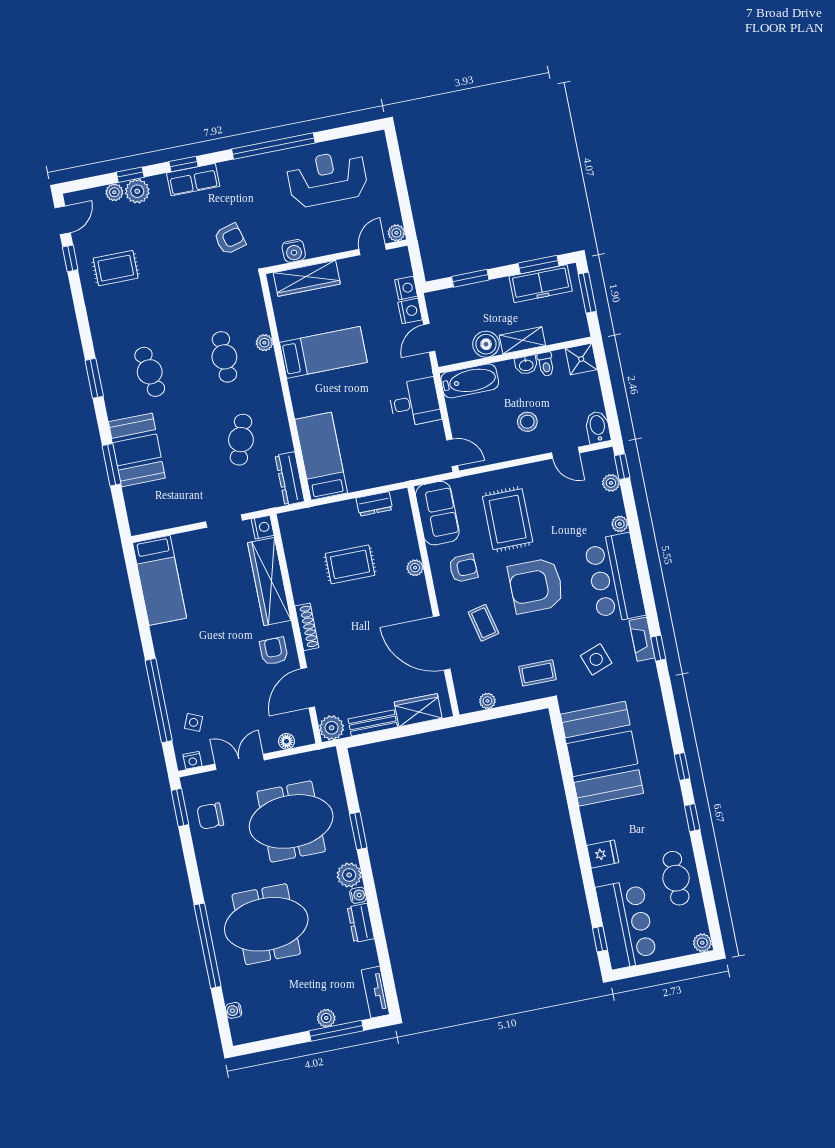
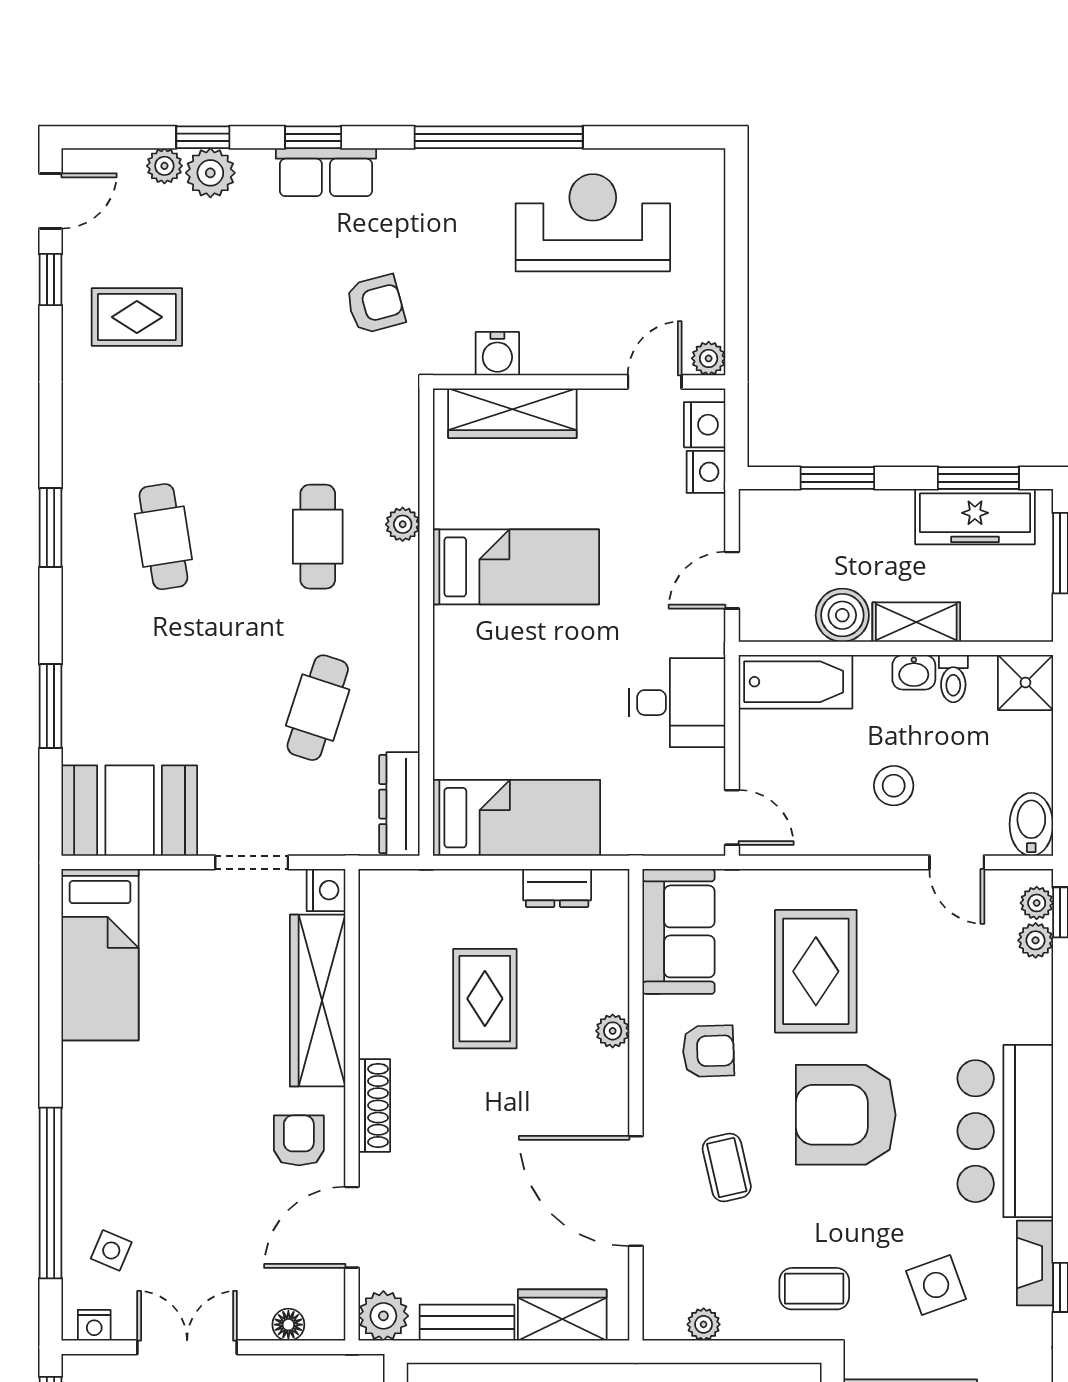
nightstand: (410, 311) -> (705, 425), moved
booth: (137, 450) -> (130, 811), moved, turned 90
bed: (321, 456) -> (516, 818), moved, turned 90
plant: (620, 524) -> (1037, 903), moved
rug: (350, 564) -> (485, 999), turned 90

